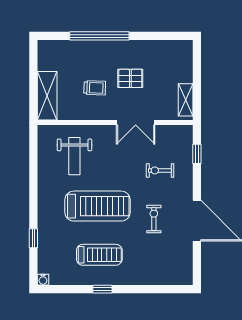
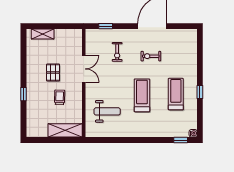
window: (99, 36) -> (23, 94), width x0.32
shelving: (186, 100) -> (43, 34), moved
treadmill: (98, 206) -> (142, 95), width x0.73, depth x0.73
window: (33, 238) -> (181, 140), moved

